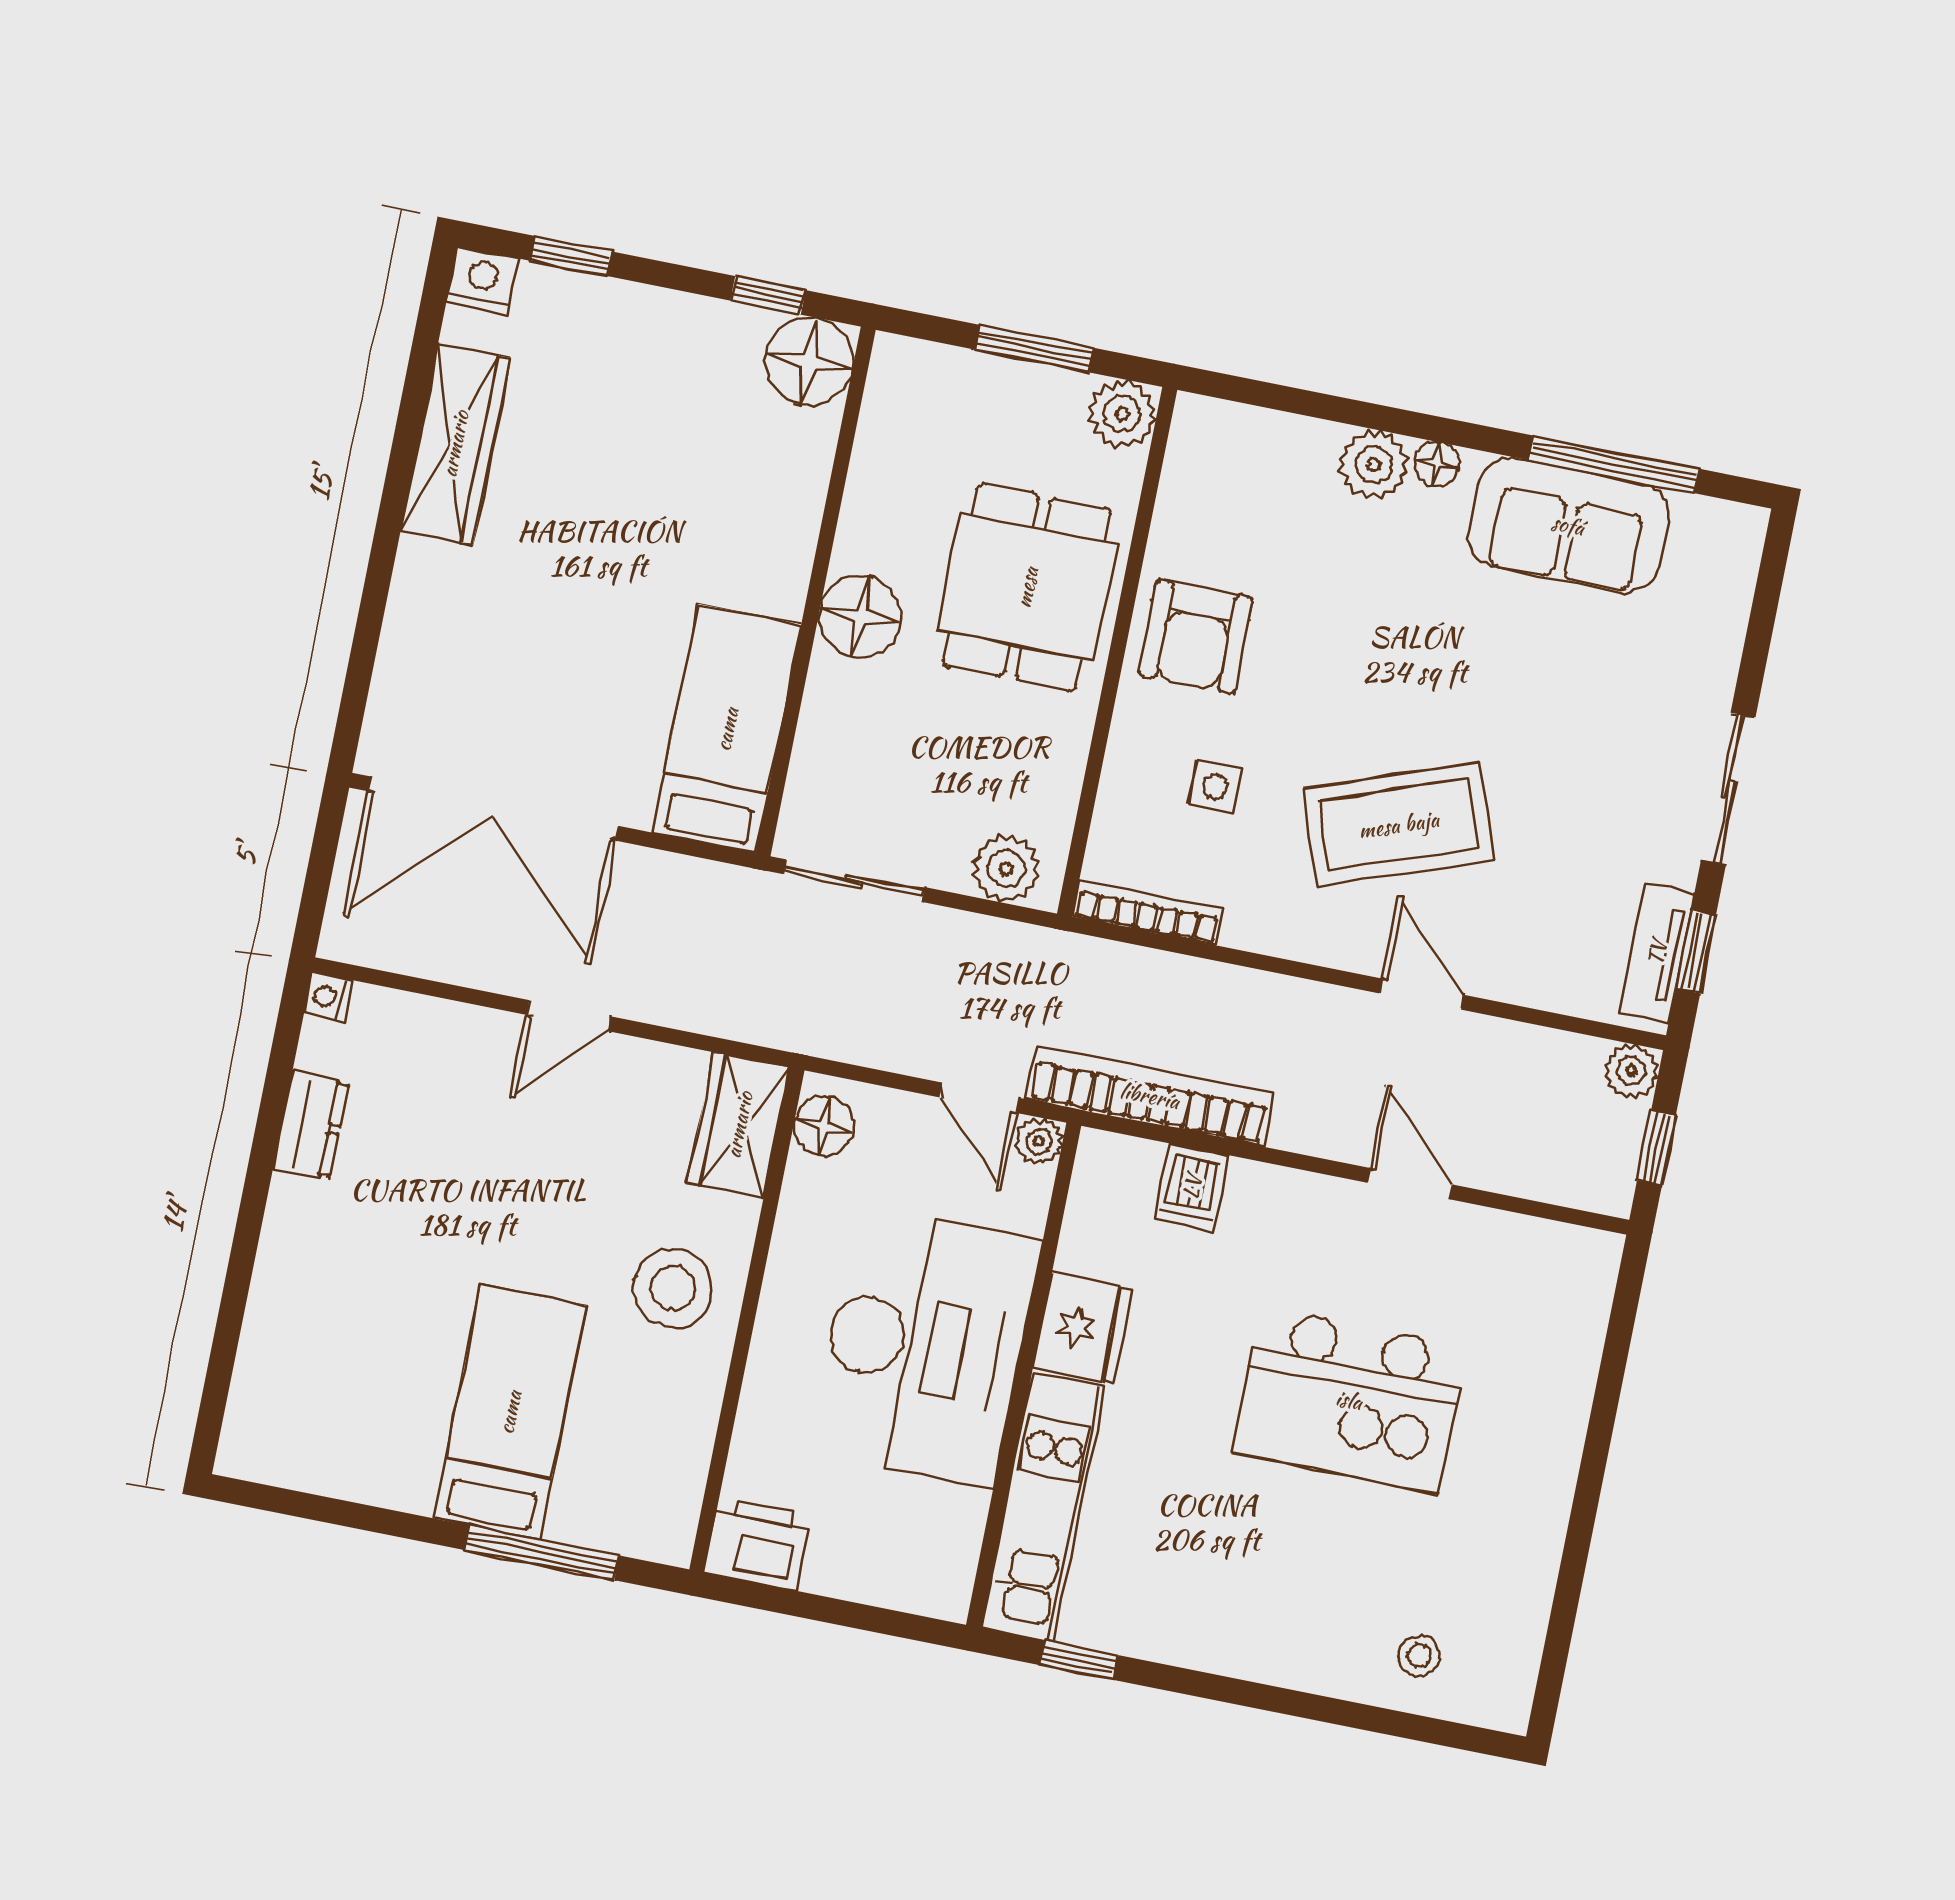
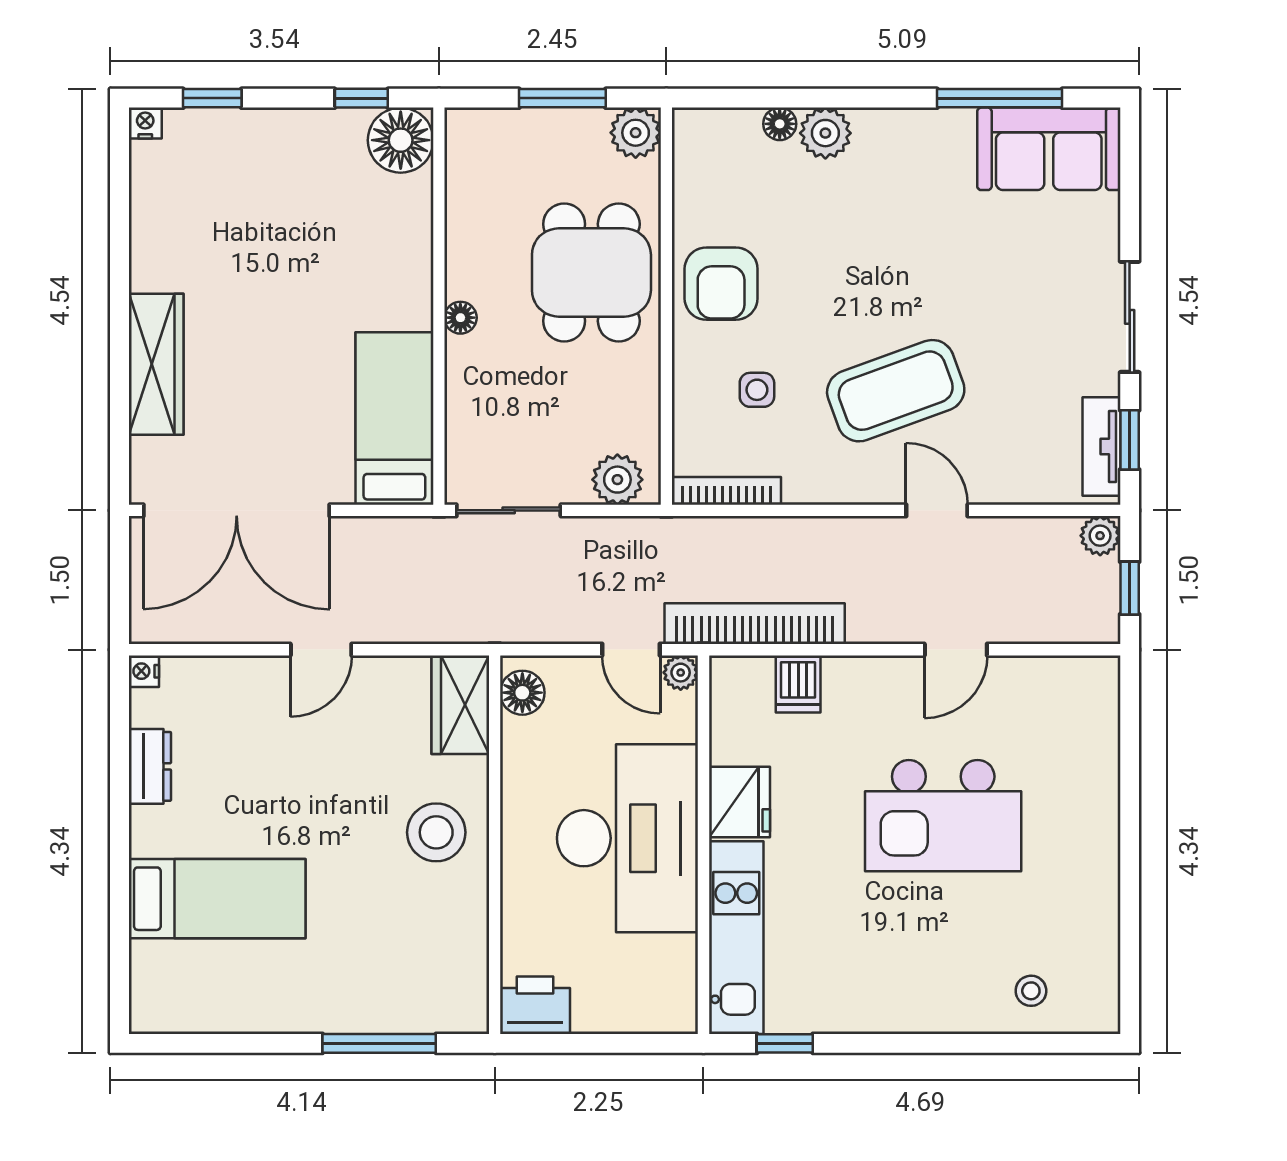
nightstand: (482, 280) -> (145, 123), width x0.72, depth x0.74
wardrobe: (455, 444) -> (156, 364), moved
floor lamp: (1437, 464) -> (780, 124), moved
sofa: (1568, 525) -> (1049, 149), moved
floor lamp: (860, 616) -> (460, 318), width x0.53, depth x0.53
door: (1410, 1184) -> (956, 650), swing flipped
bed: (510, 1412) -> (217, 899), moved, turned 90

